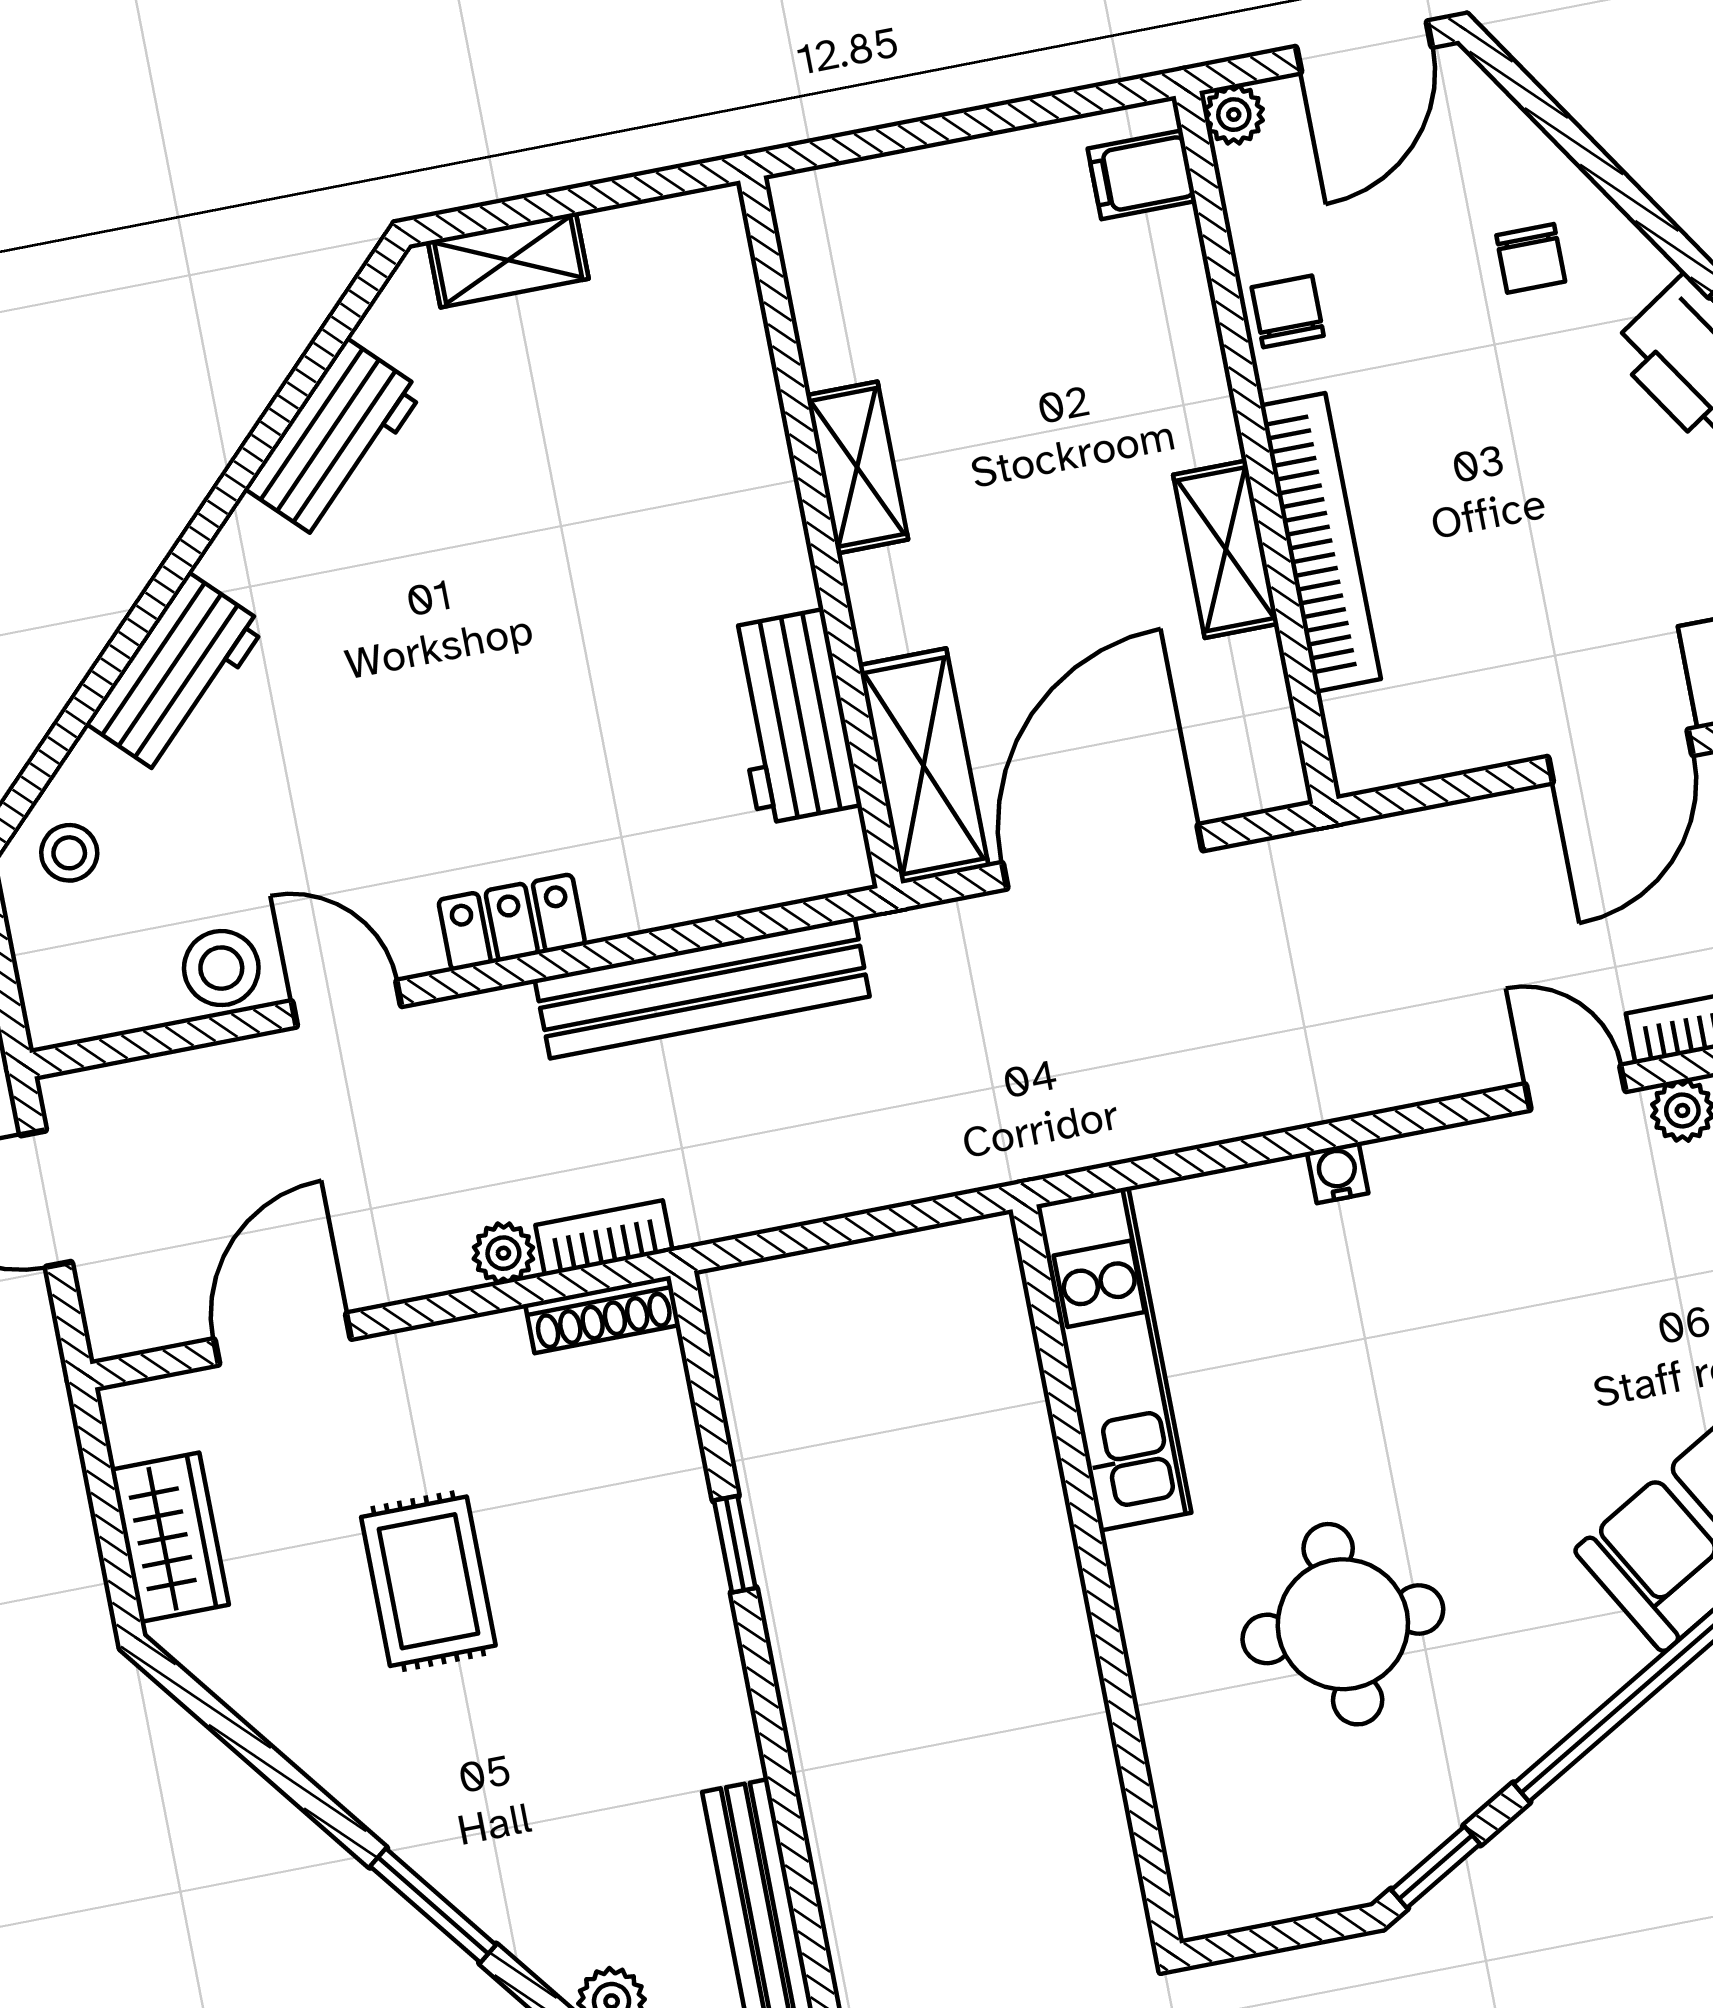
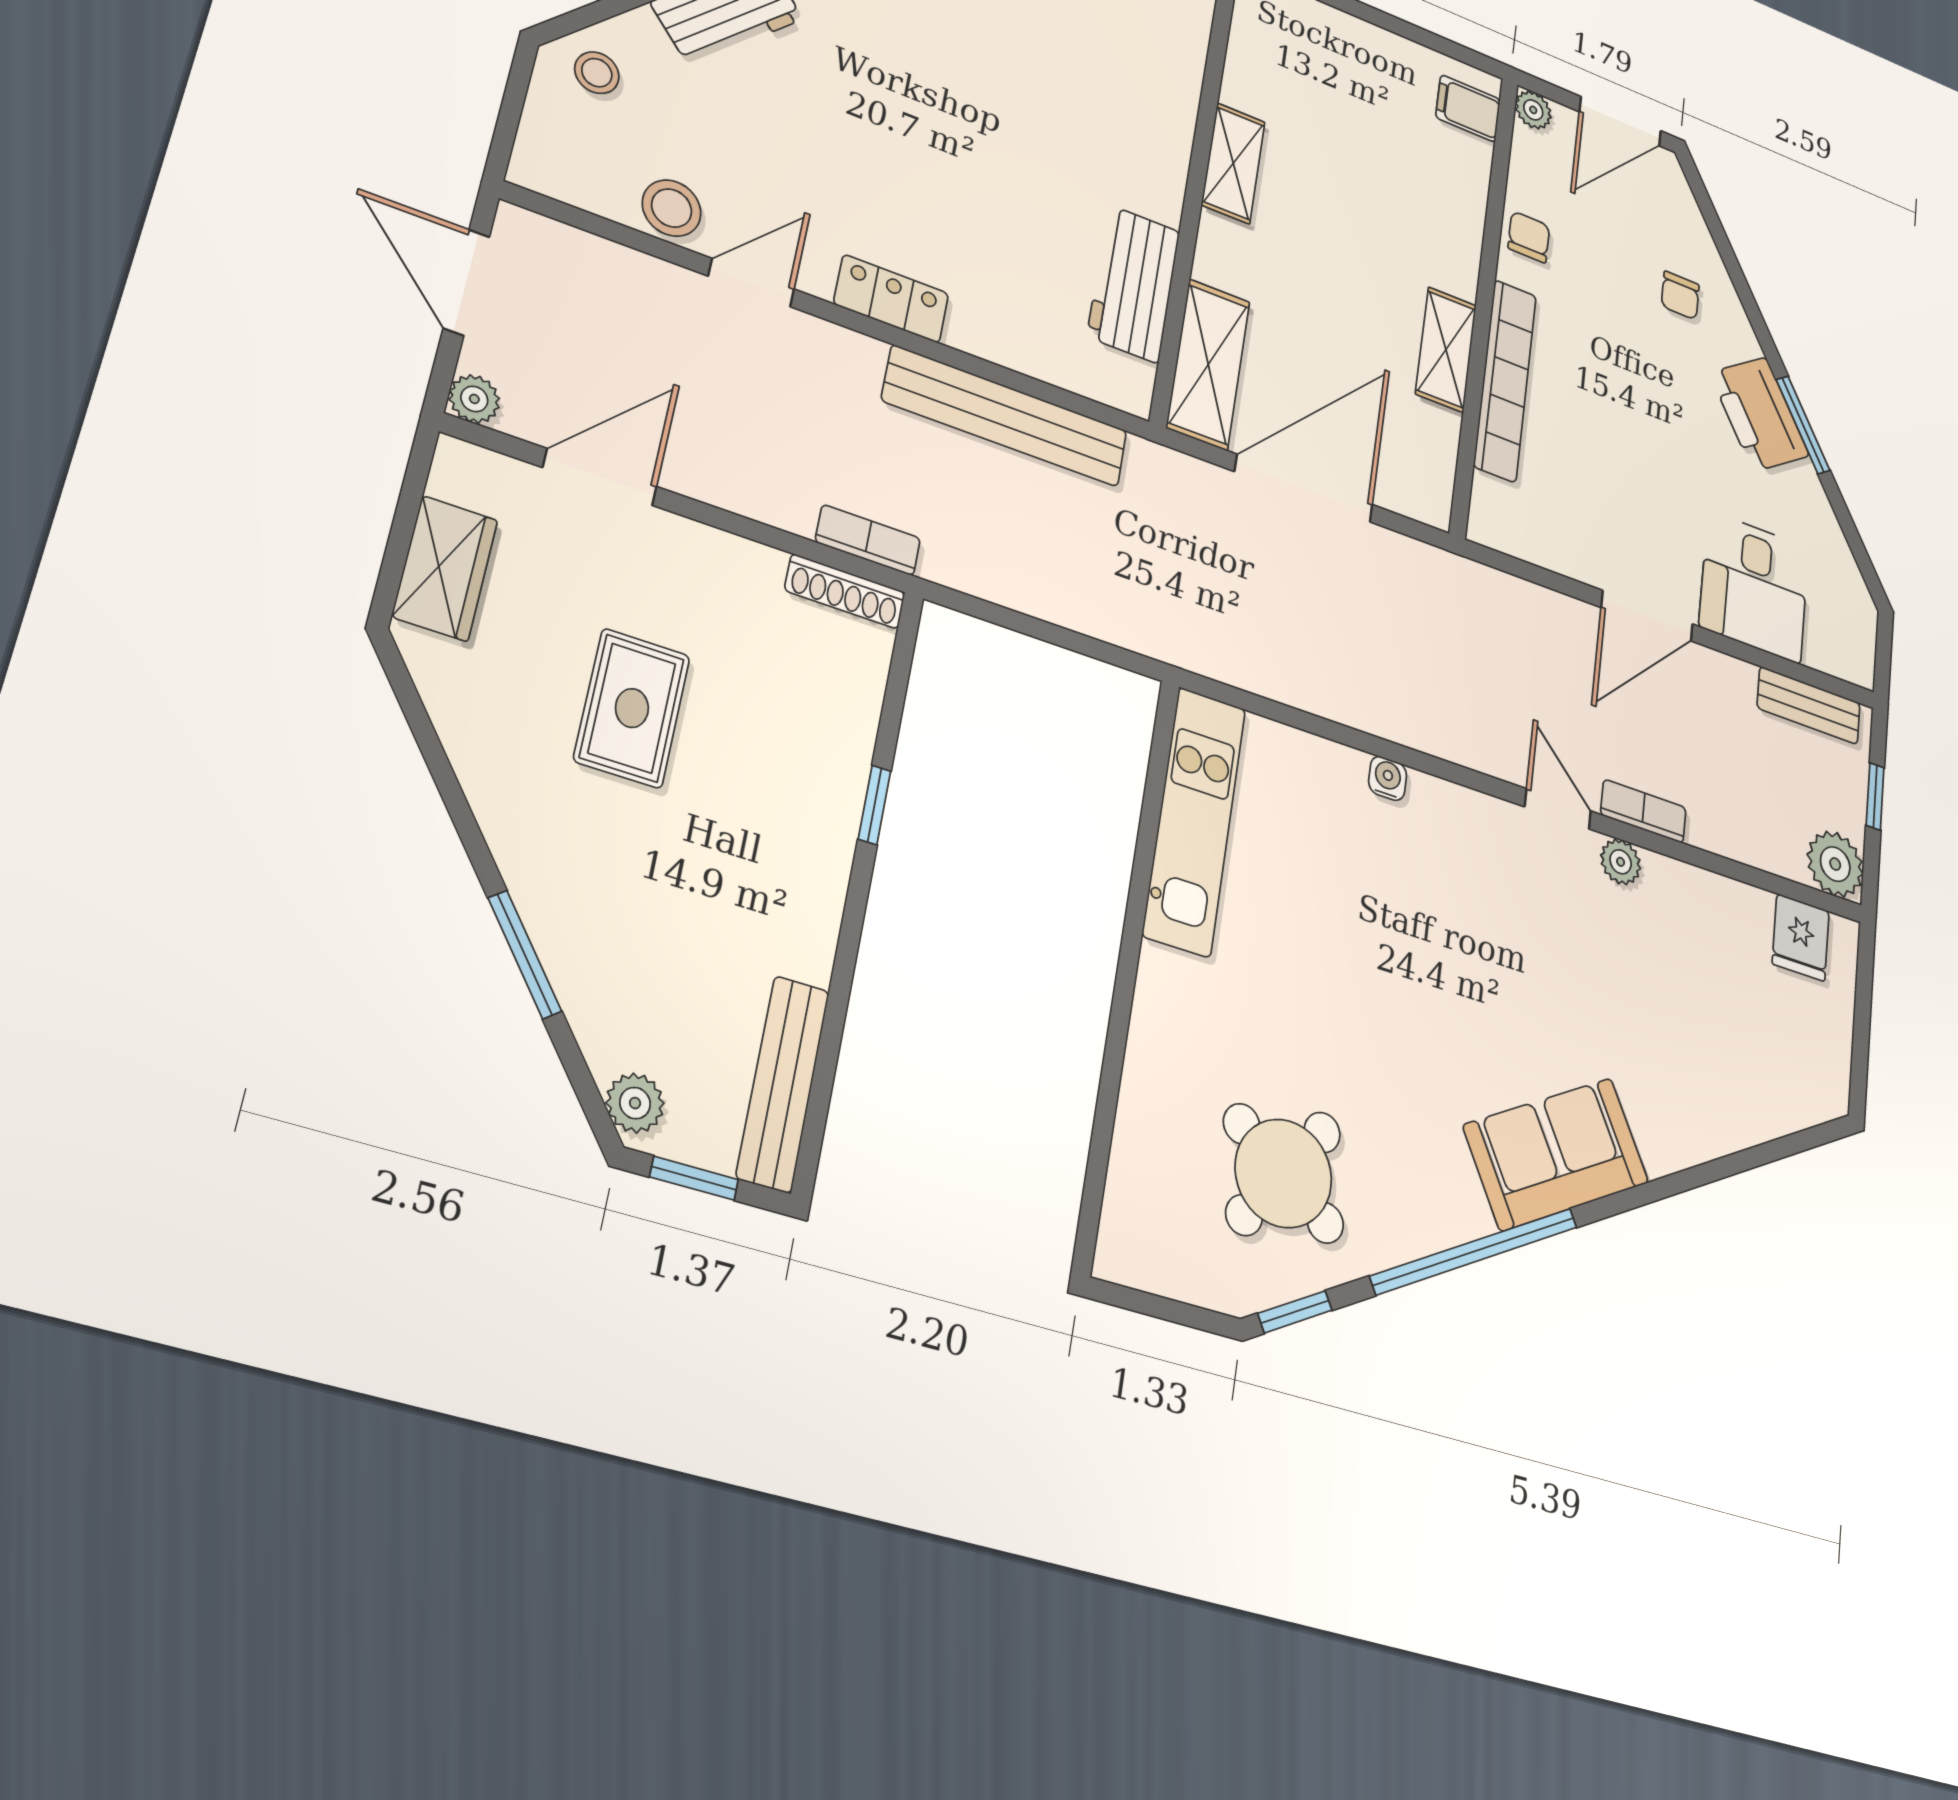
door: (347, 1004) -> (751, 283), hinge flipped
plant: (503, 1253) -> (474, 399), moved
round table: (1343, 1624) -> (1283, 1173), moved, turned 35

